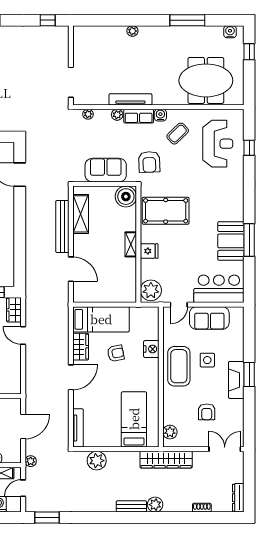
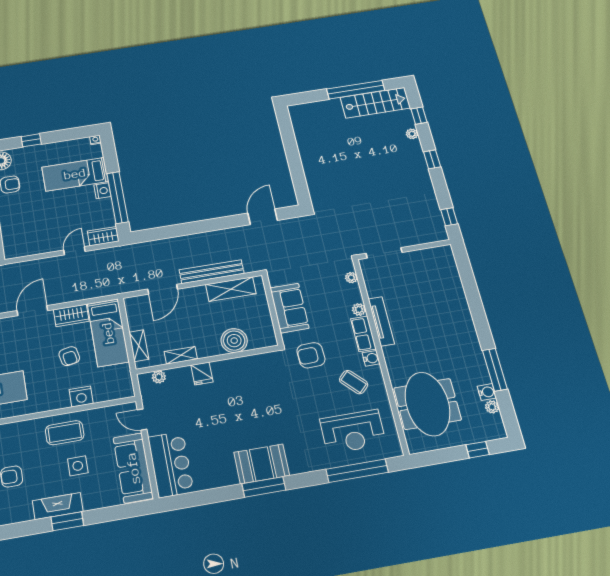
plant: (132, 31) -> (492, 407), moved
water cooler: (230, 32) -> (487, 392), moved
window: (249, 148) -> (357, 471), width x3.17
boiler: (126, 197) -> (234, 341), moved
pool table: (166, 211) -> (255, 384), removed
window: (249, 240) -> (264, 487), moved
booth: (231, 241) -> (262, 464), moved
shelving: (131, 244) -> (181, 355), moved
plant: (151, 290) -> (159, 377), width x0.53, depth x0.53
shelving: (117, 297) -> (139, 346), added
sofa: (209, 318) -> (133, 468), width x1.36
coffee table: (179, 366) -> (65, 433), width x0.73, depth x0.76
door: (71, 377) -> (32, 311), swing flipped

